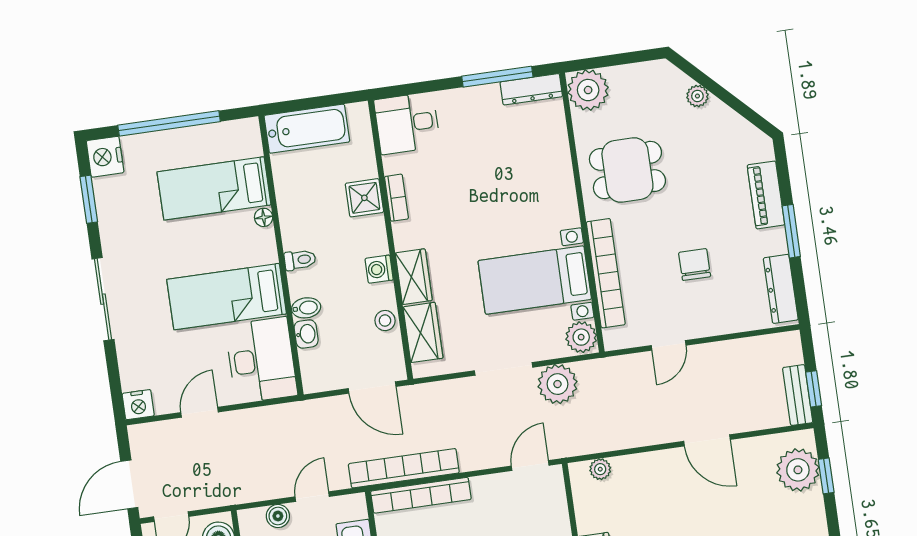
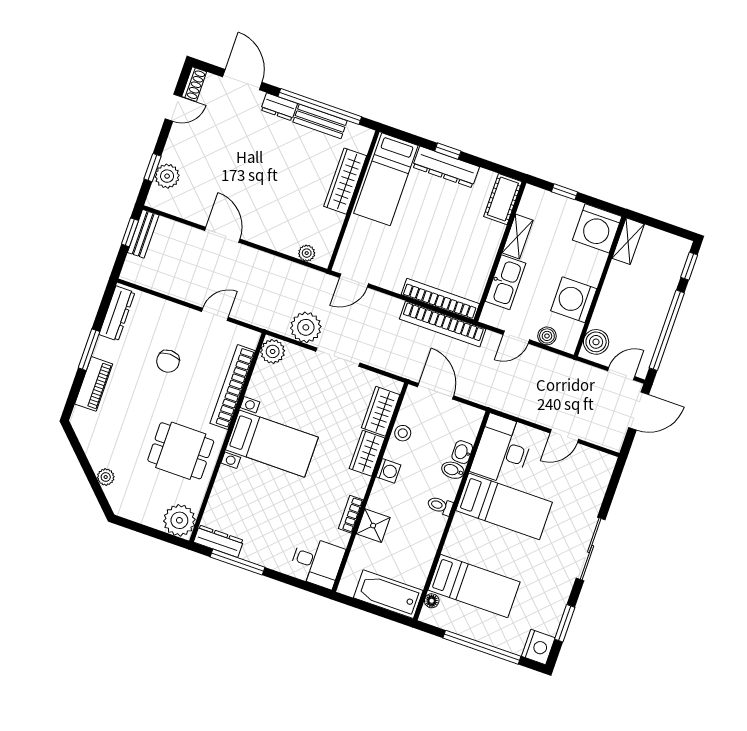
floor lamp: (264, 217) -> (432, 601), moved
bed with nightstands: (535, 280) -> (272, 444), moved
nightstand: (138, 405) -> (604, 463), removed
plant: (798, 470) -> (167, 176), width x0.73, depth x0.73

